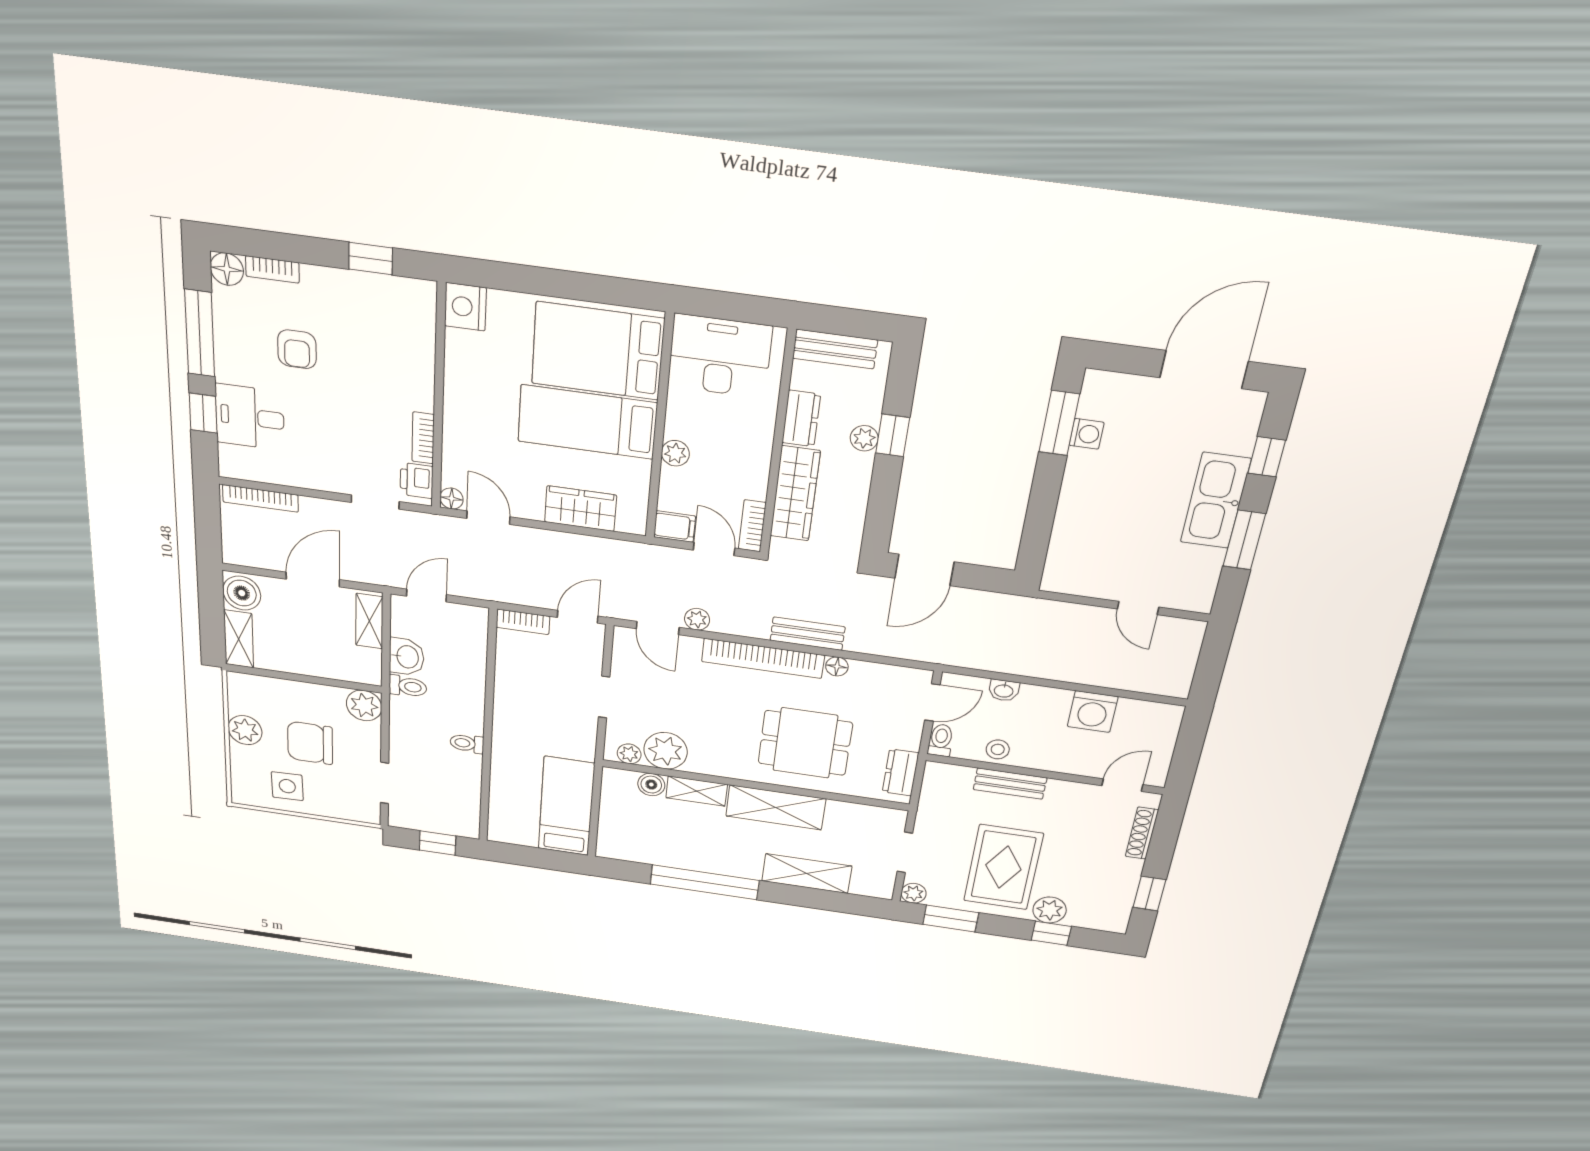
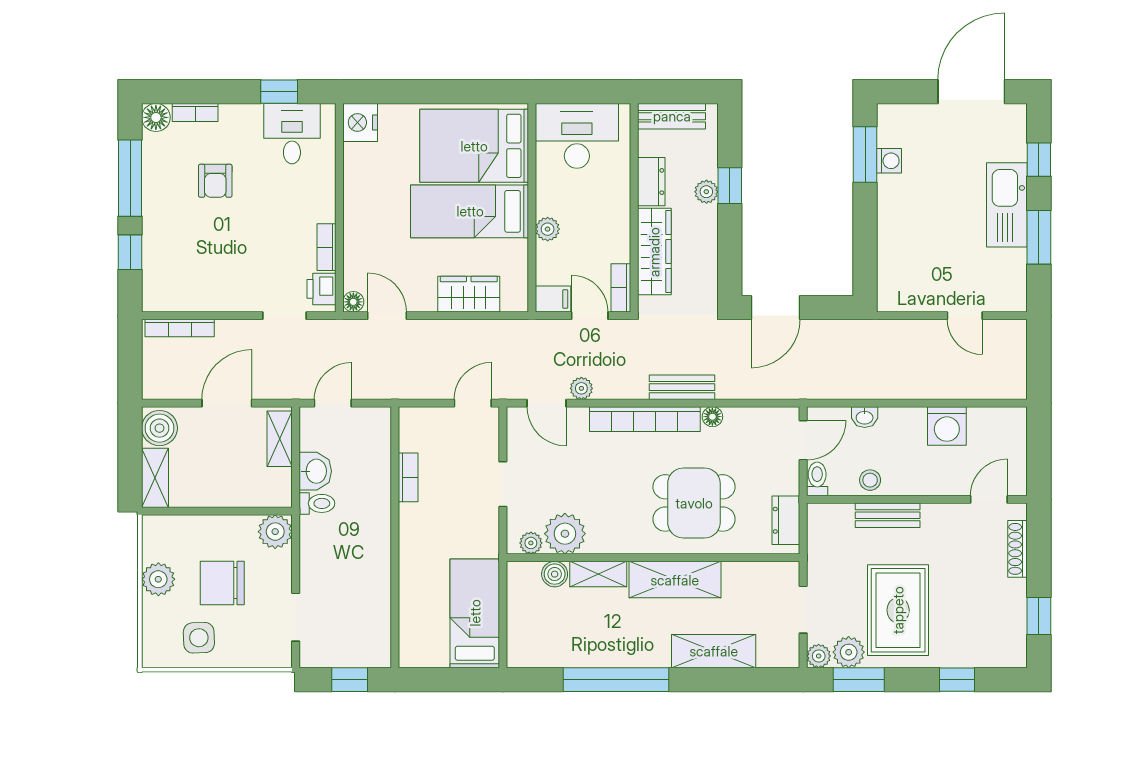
desk: (250, 417) -> (292, 134), moved, turned 90
bookcase: (523, 622) -> (408, 477), moved, turned -90
toilet: (467, 743) -> (375, 558), removed
plant: (1050, 910) -> (849, 652), moved

